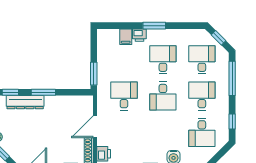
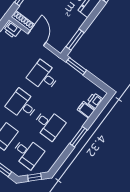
printer: (139, 35) -> (95, 101), moved
window: (43, 92) -> (75, 40), moved
desk: (124, 96) -> (43, 76), turned 180

